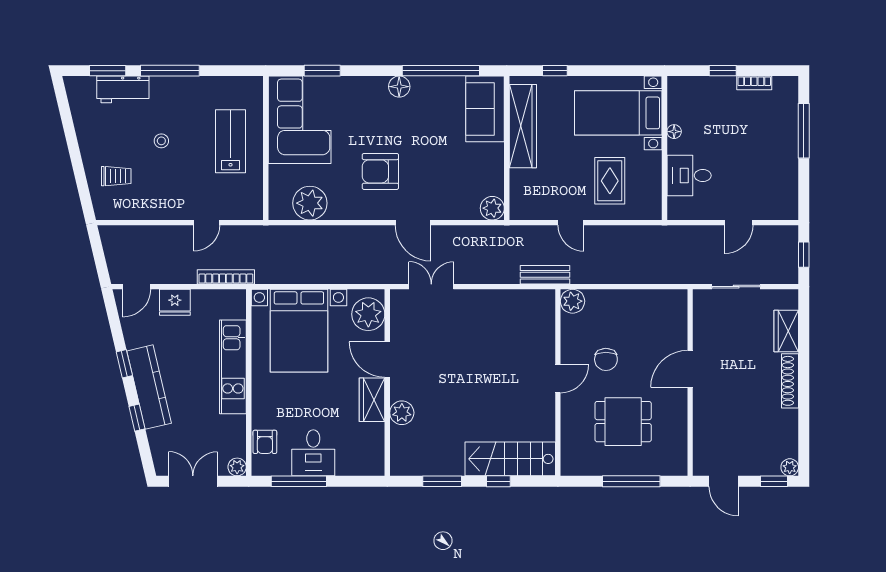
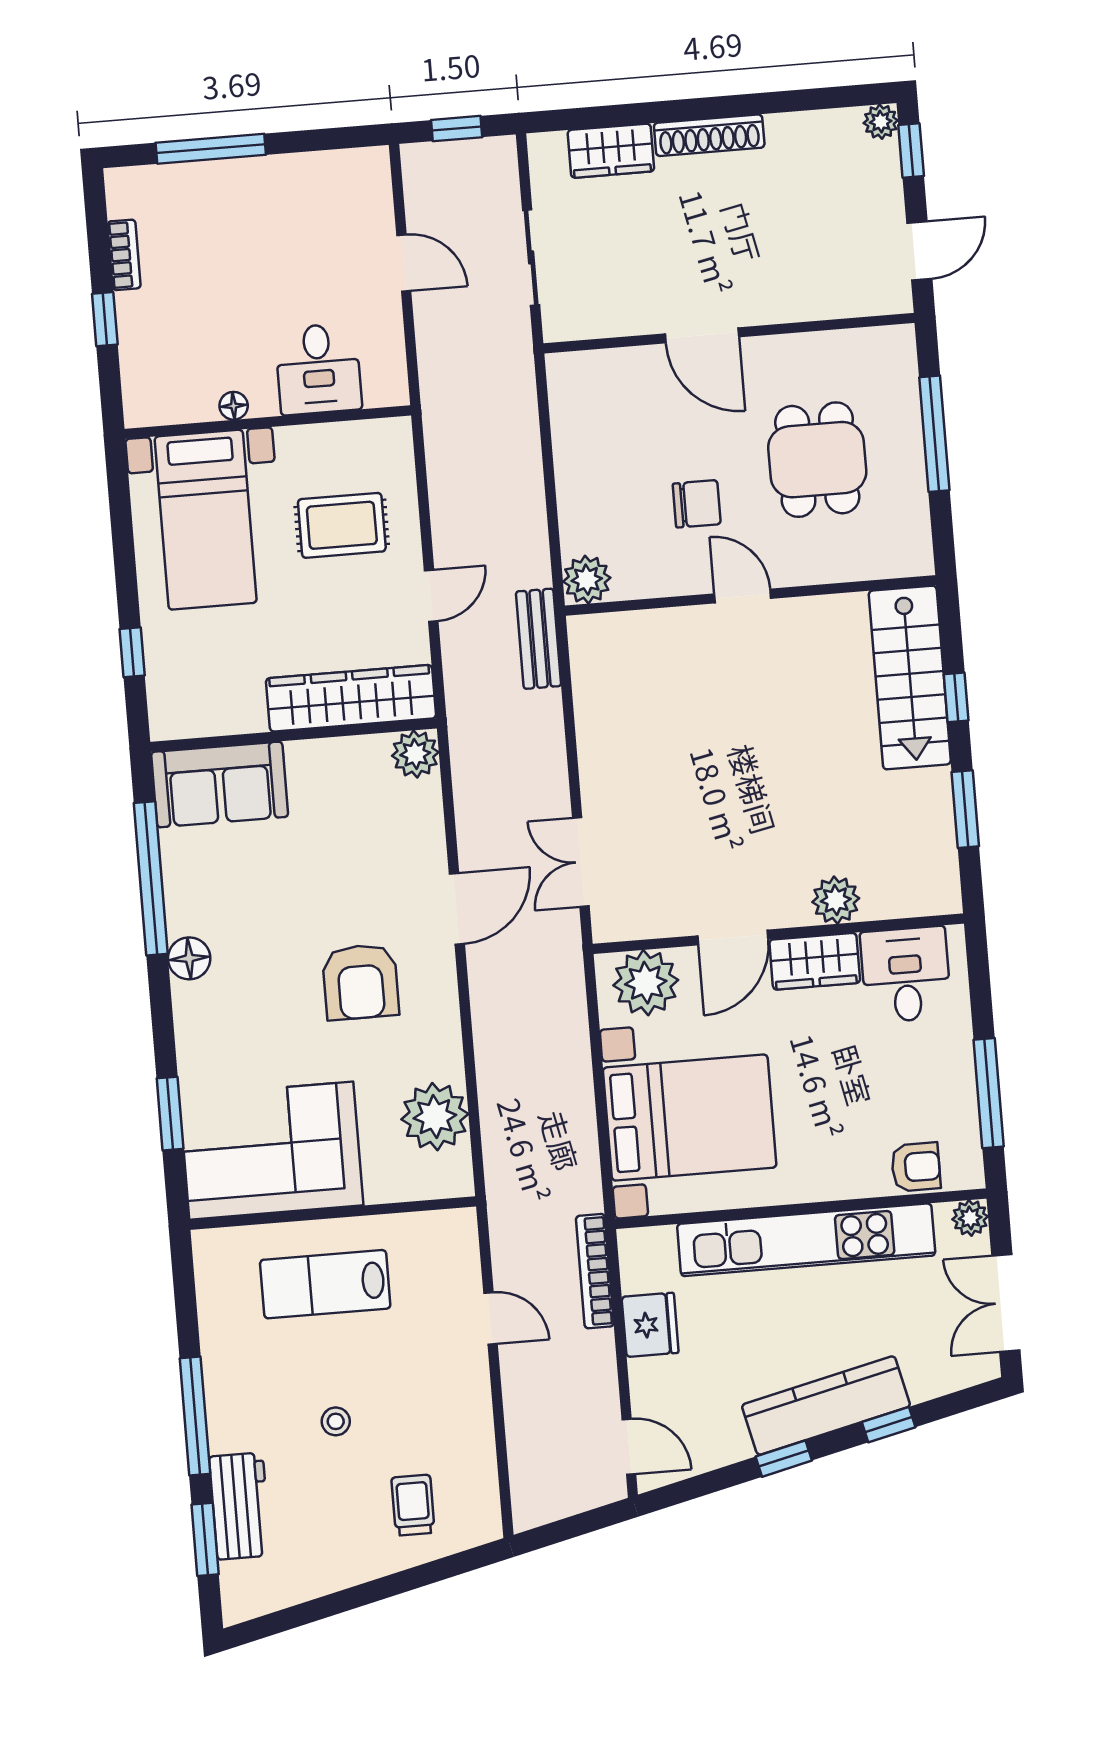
wardrobe: (523, 126) -> (351, 698), moved
fridge: (175, 302) -> (650, 1325), moved
kitchen unit: (233, 367) -> (806, 1240), width x1.36
desk: (313, 453) -> (906, 975), moved, turned -90

